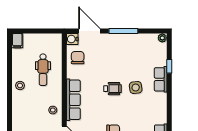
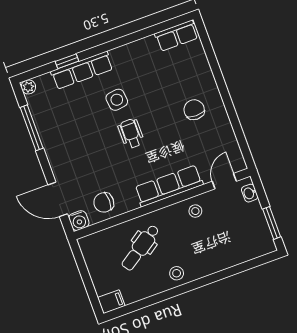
door: (89, 31) -> (58, 199), hinge flipped
window: (123, 31) -> (32, 128), moved
dental chair: (43, 70) -> (141, 248), turned 146
row of seats: (161, 79) -> (82, 70), width x1.48

